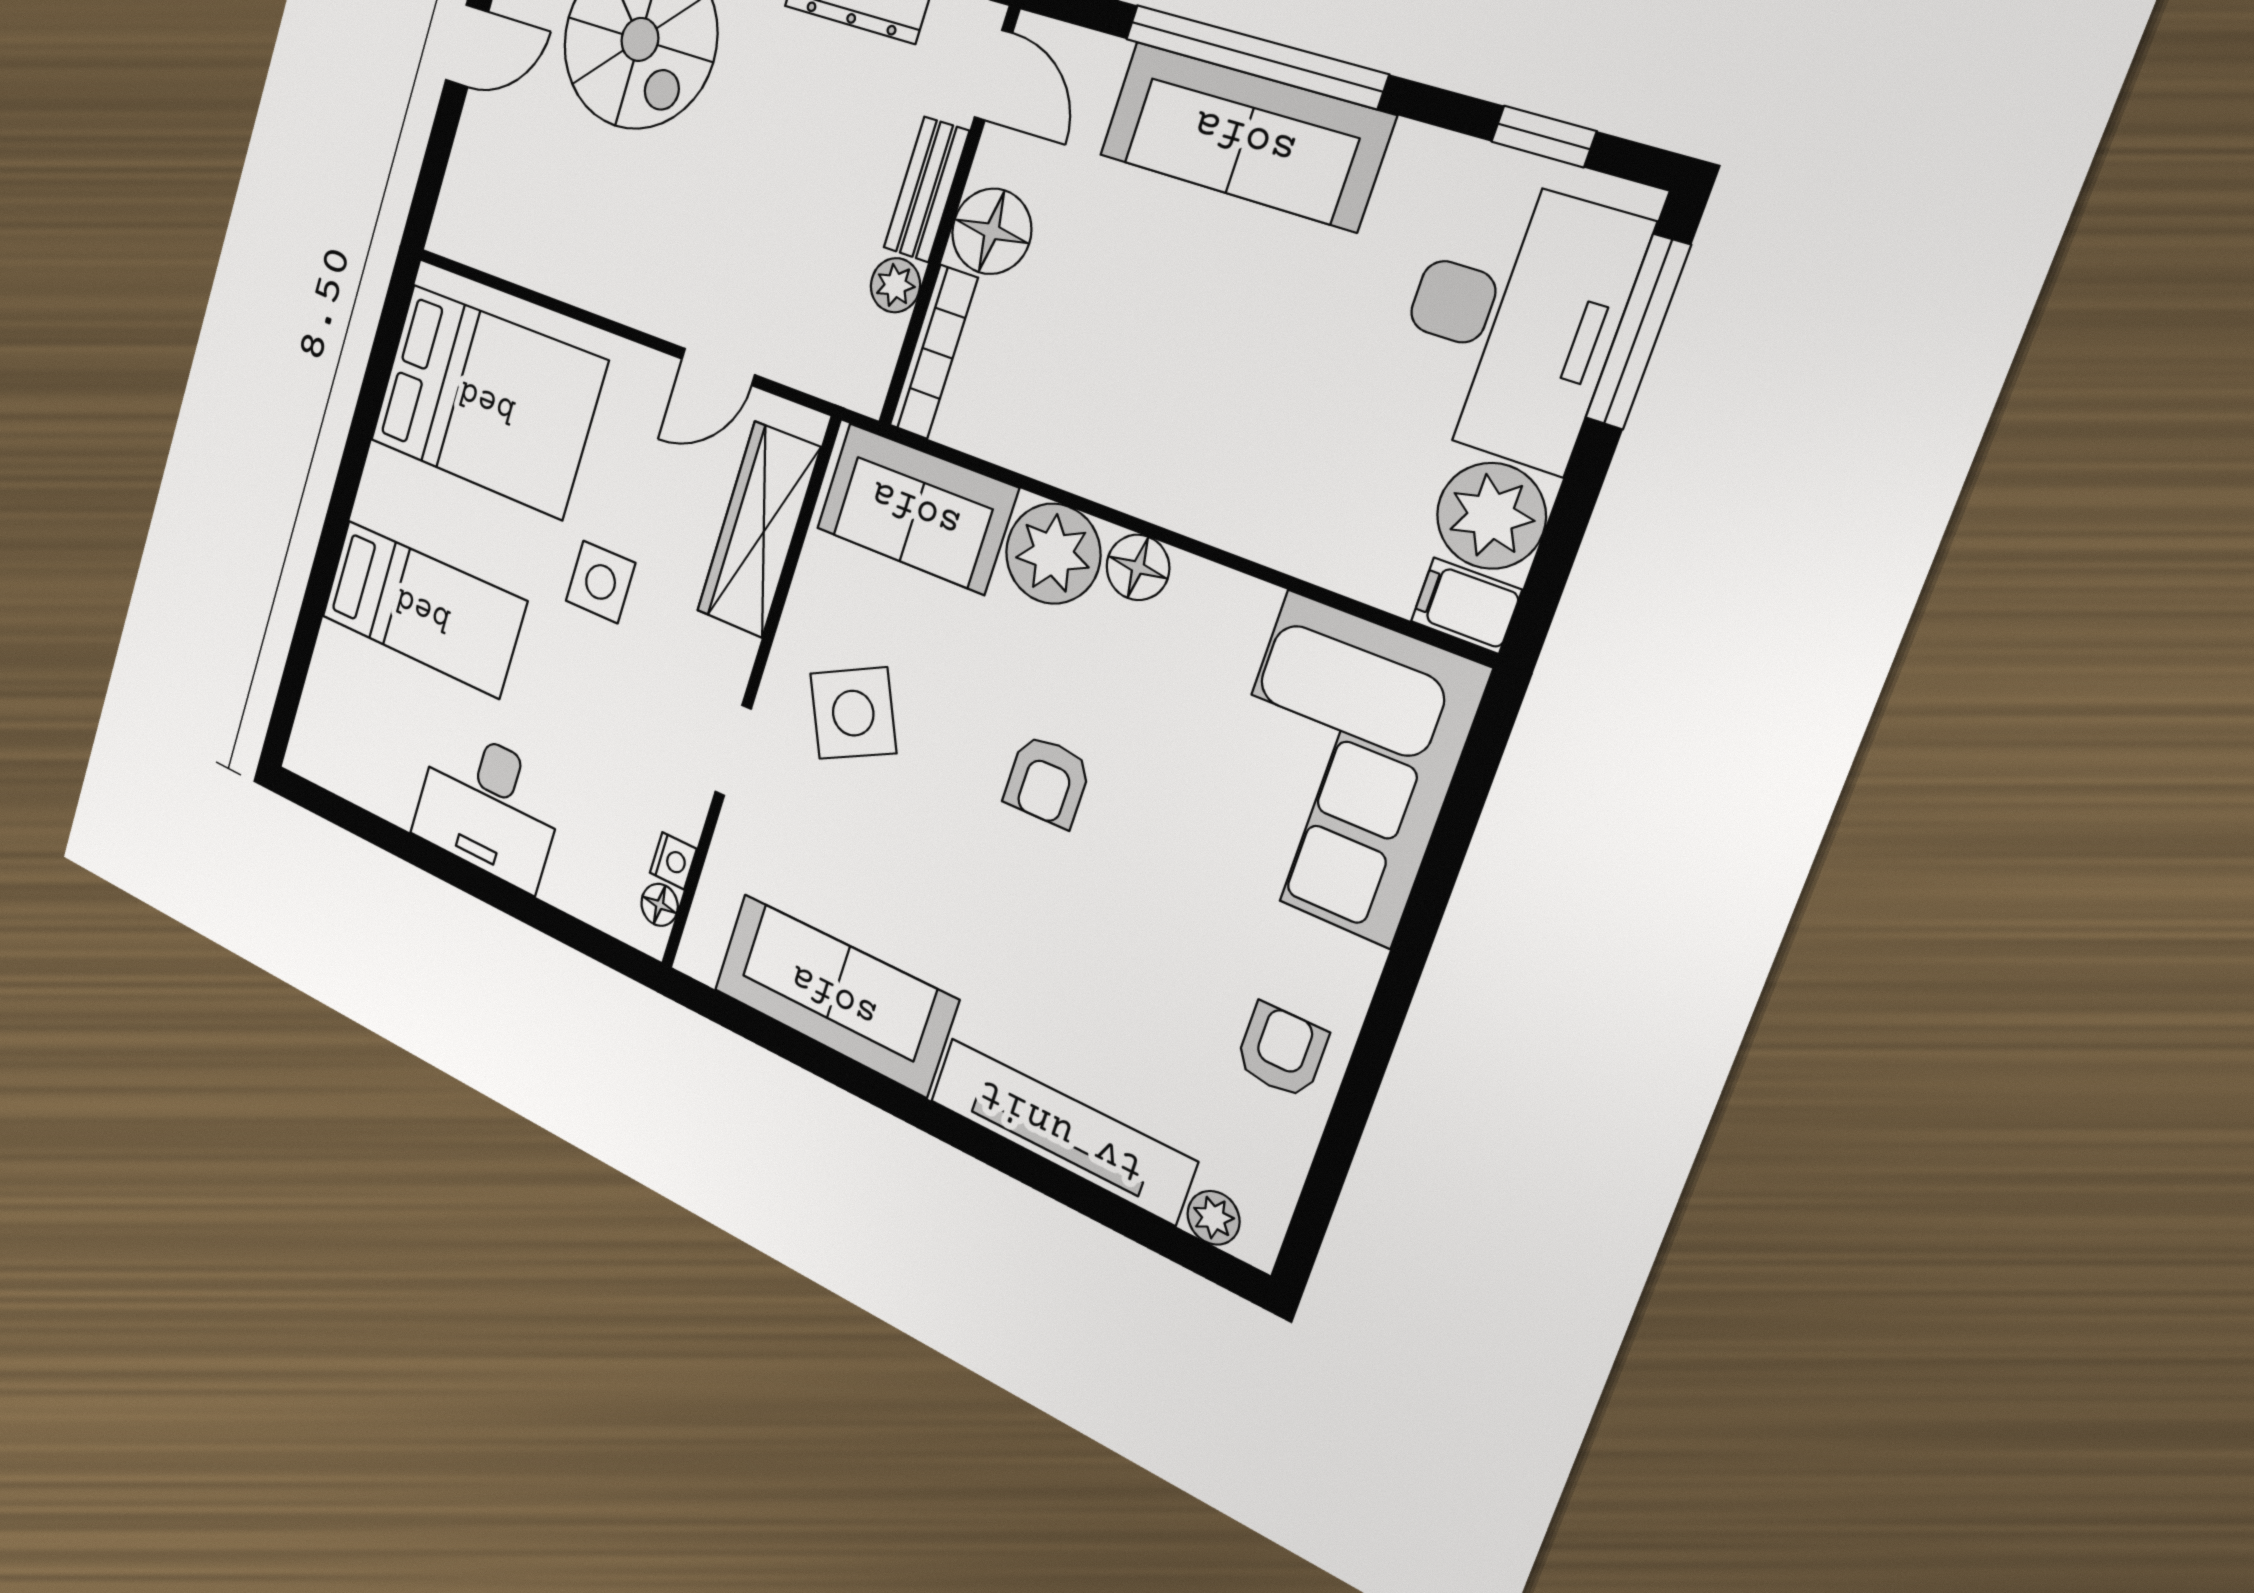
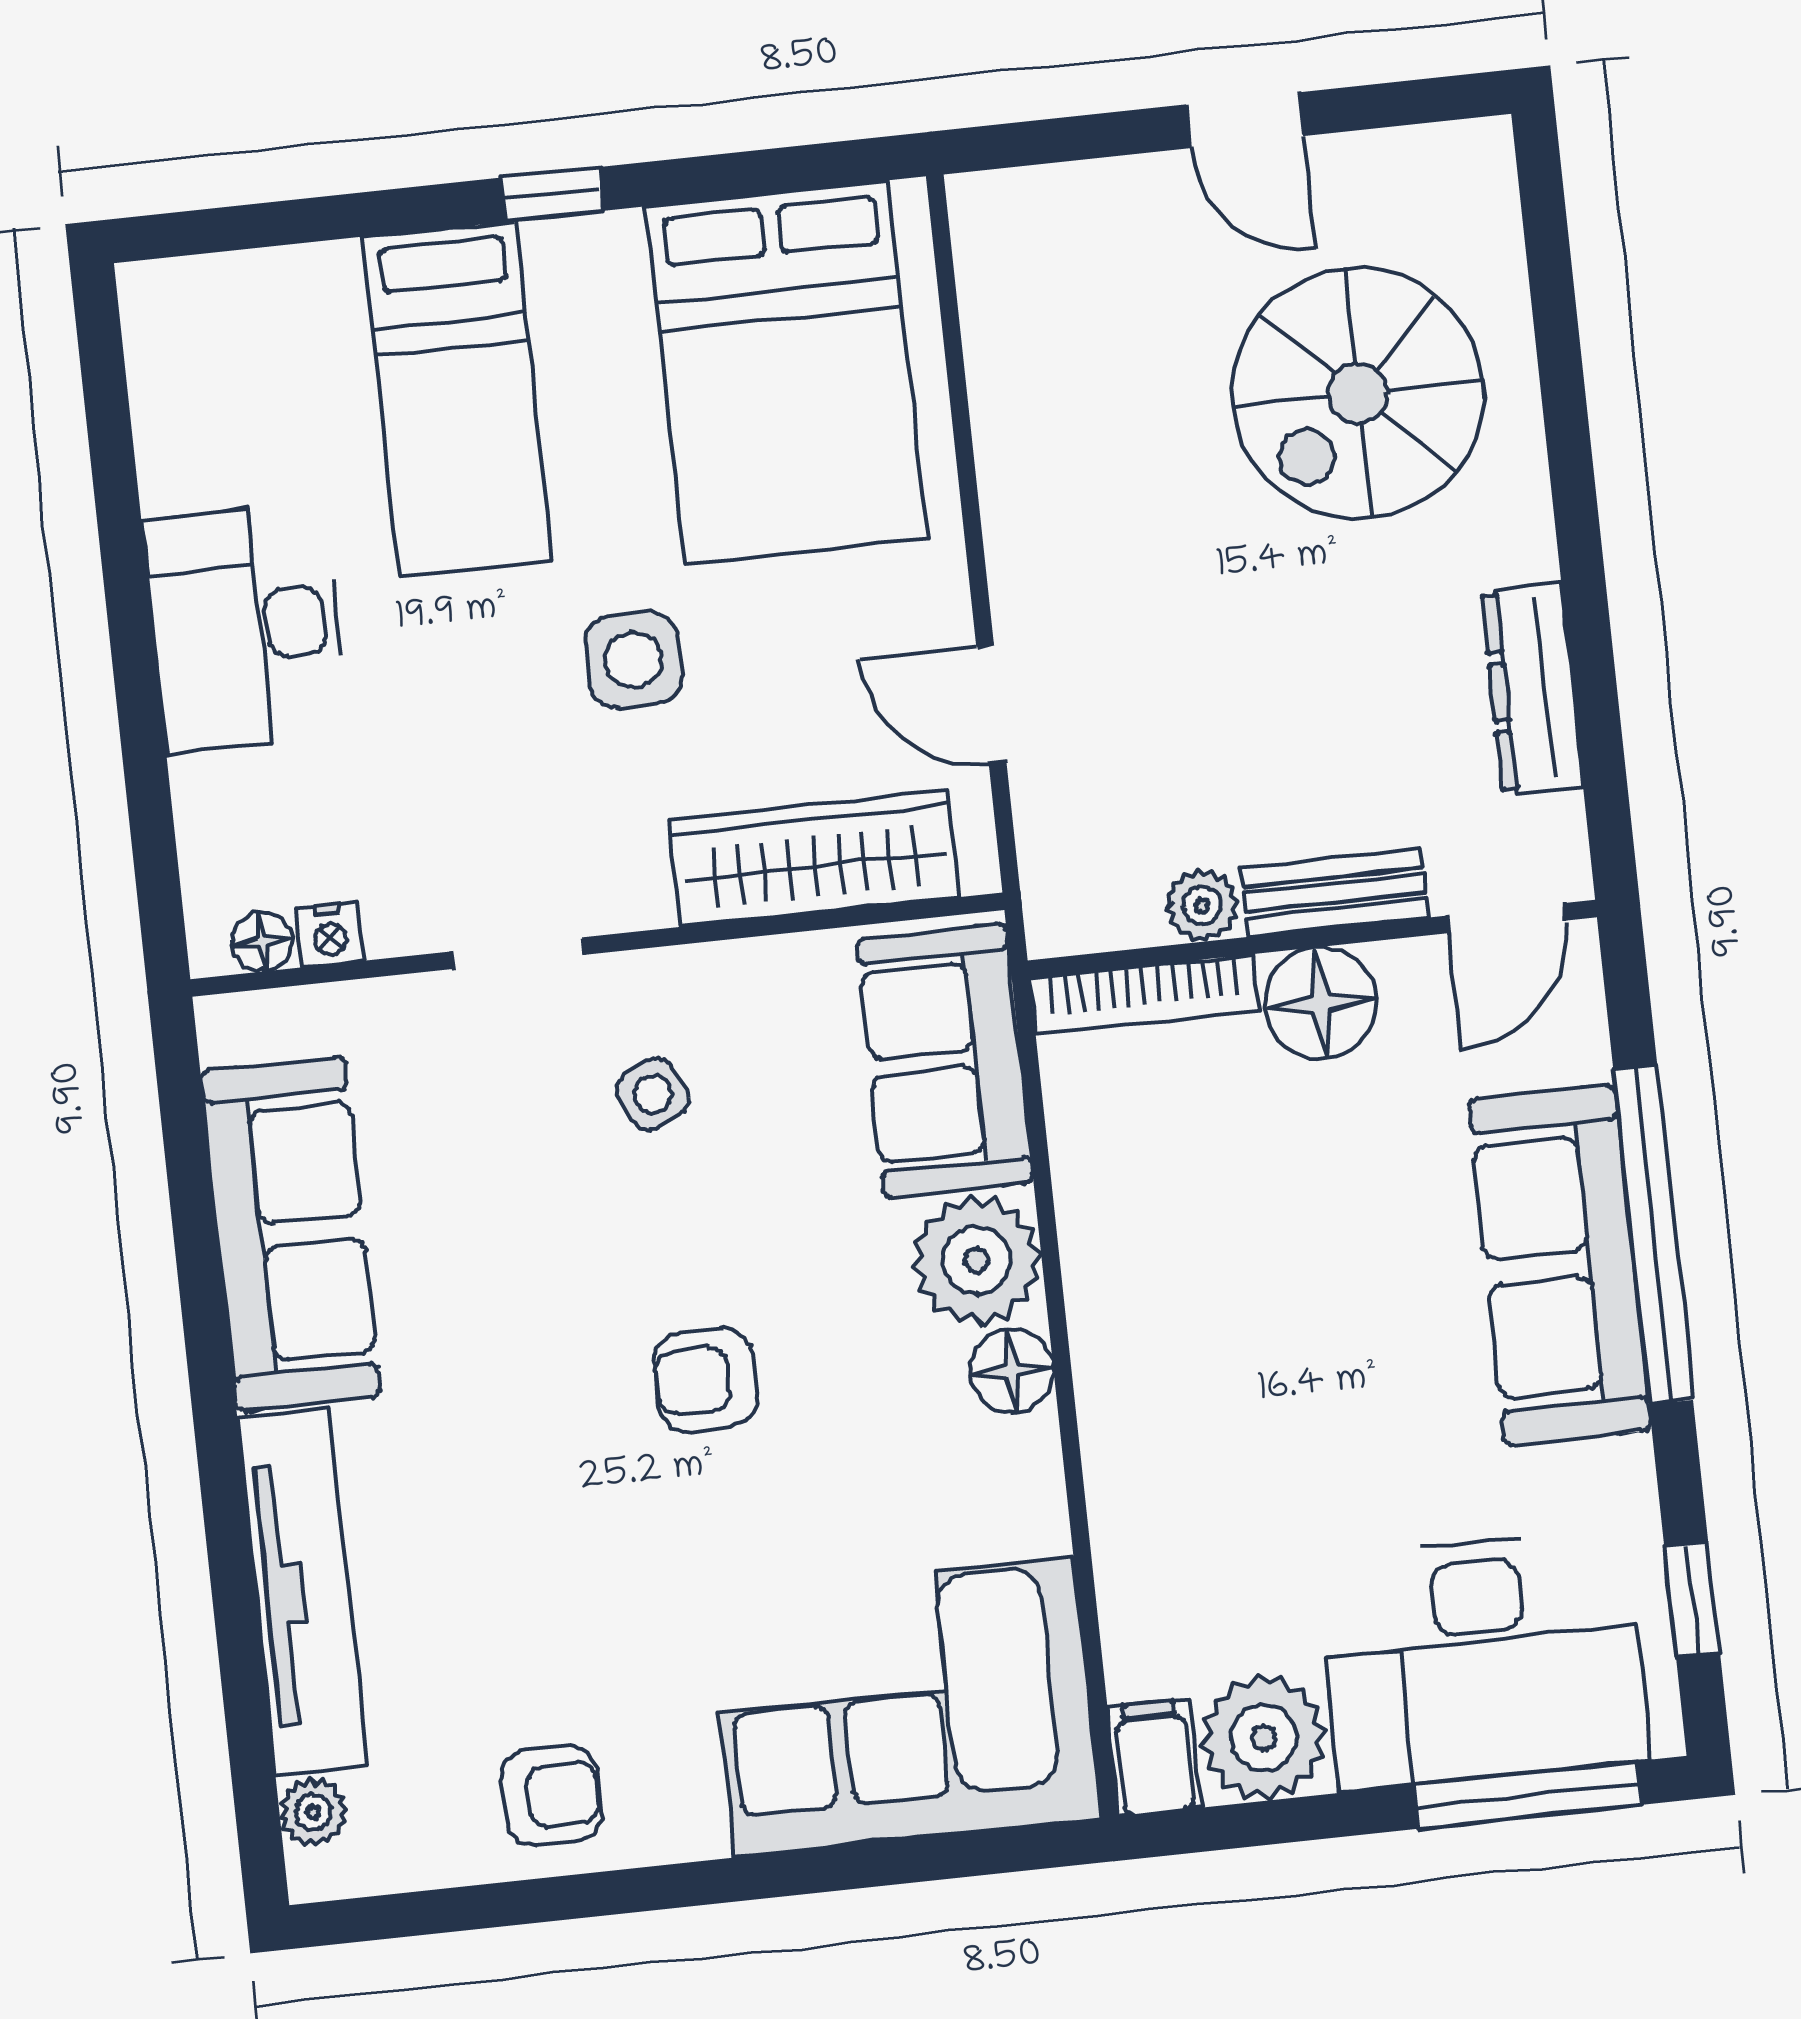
window: (345, 492) -> (552, 194), added
side table: (853, 713) -> (653, 1095), width x0.54, depth x0.54

